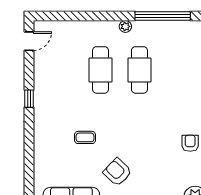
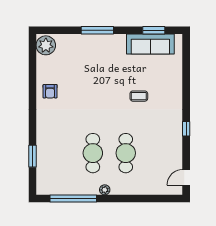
armchair: (117, 172) -> (111, 67), removed

